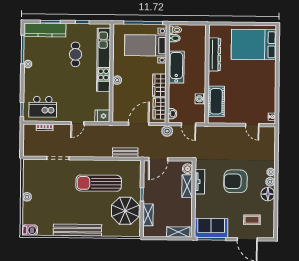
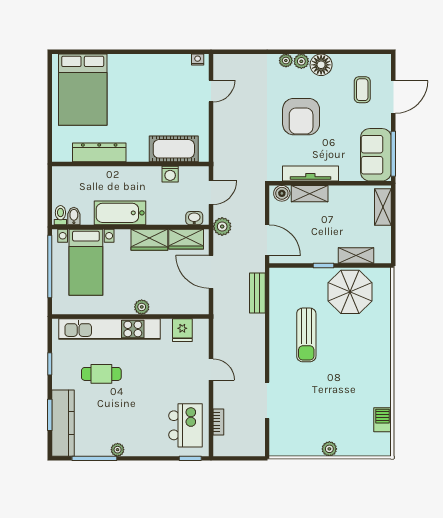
fridge: (102, 116) -> (182, 330), moved
tv unit: (200, 182) -> (310, 174), width x1.41
sun lounger: (99, 183) -> (306, 335), width x0.73, depth x0.75
barbecue: (30, 230) -> (383, 420), moved
bench: (77, 230) -> (382, 368), removed

